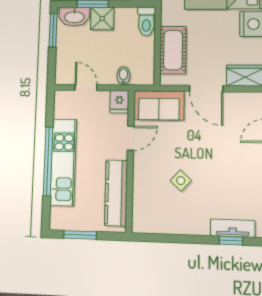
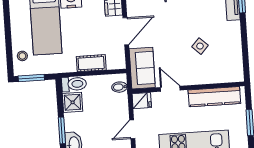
shower: (102, 19) -> (73, 102), moved
cot: (173, 50) -> (91, 63), width x0.73, depth x0.75
bidet: (123, 76) -> (119, 87), moved

